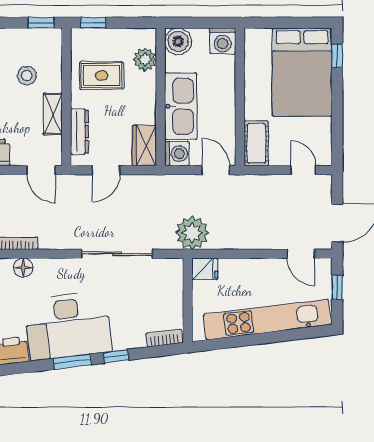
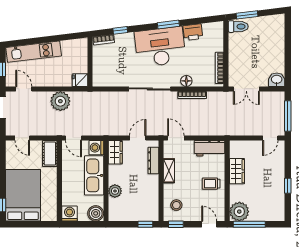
plant: (145, 59) -> (115, 191), moved
rug: (101, 75) -> (140, 193), removed
stool: (27, 76) -> (176, 205), moved
plant: (192, 233) -> (60, 101), moved
sliding door: (117, 254) -> (150, 89), moved
kitchen unit: (267, 319) -> (34, 52), width x0.73
window: (116, 356) -> (120, 30), moved
window: (72, 362) -> (168, 24), moved

